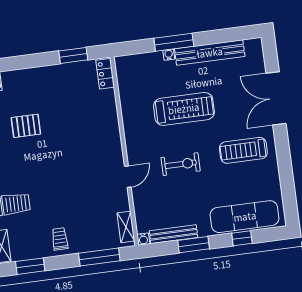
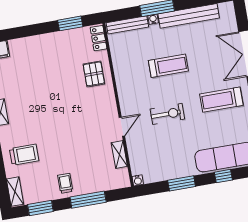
treadmill: (184, 109) -> (168, 66), width x0.73, depth x0.73
pallet: (26, 126) -> (94, 74), moved, turned 90
shelving: (126, 227) -> (119, 155), moved
bench: (174, 234) -> (127, 25), moved
window: (99, 257) -> (88, 200), moved

